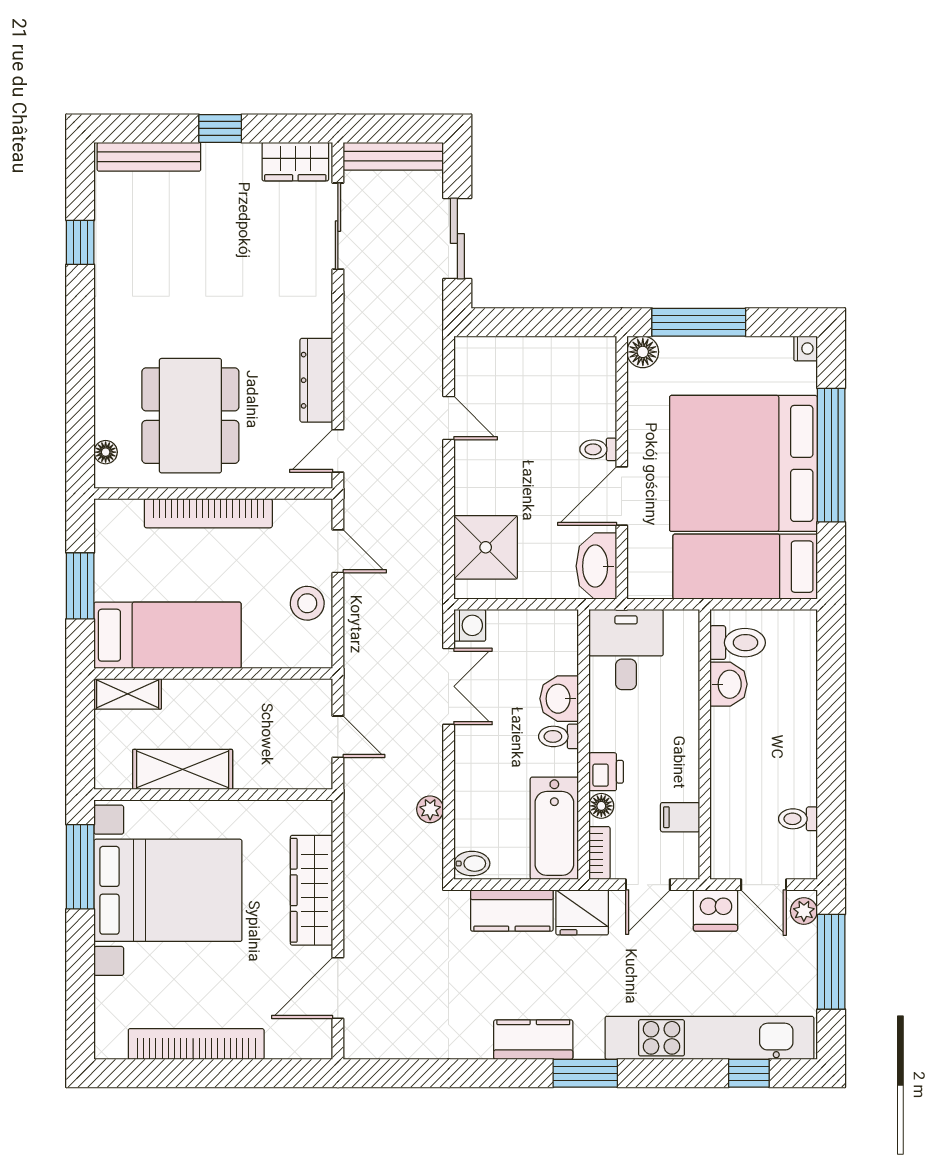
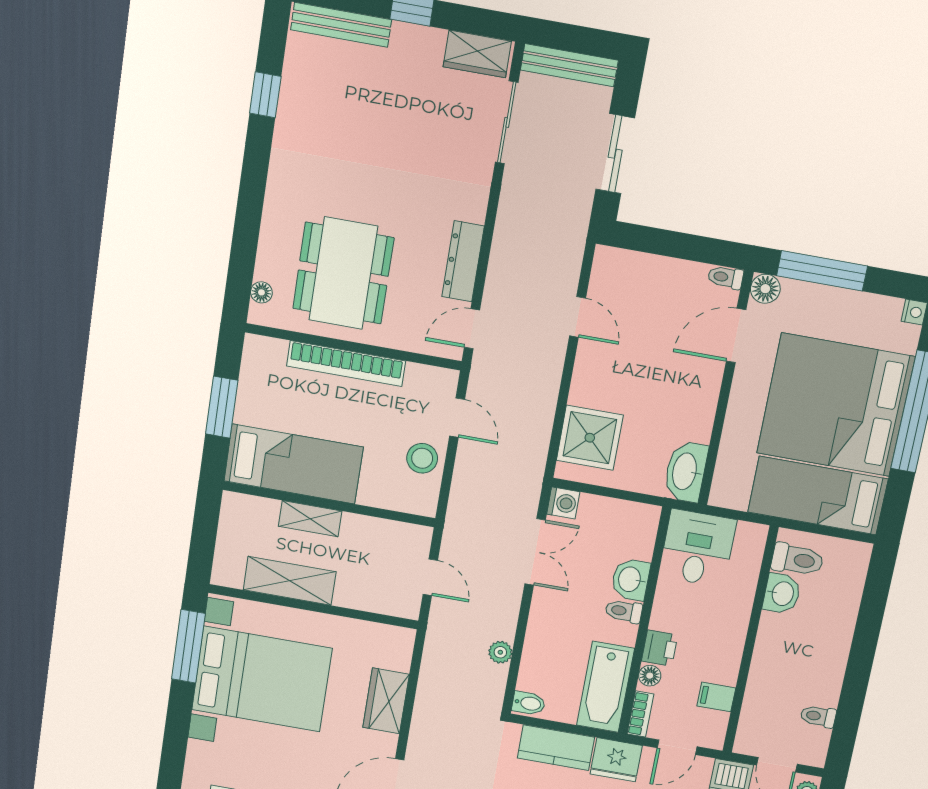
toilet: (598, 449) -> (726, 277), moved
door: (622, 496) -> (736, 336), moved
shelving: (128, 694) -> (310, 519), moved
wardrobe: (312, 890) -> (386, 701), width x0.67

